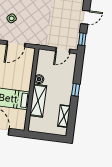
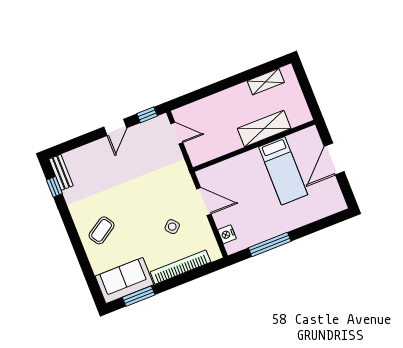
door: (85, 17) -> (115, 127), swing flipped
boiler: (39, 79) -> (234, 143), removed
window: (76, 90) -> (221, 86), removed

